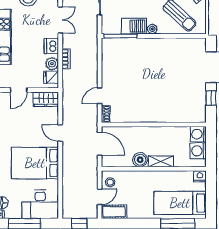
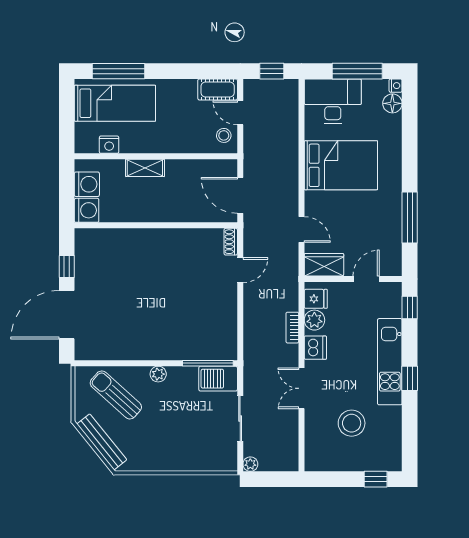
barbecue: (134, 26) -> (218, 379), moved
door: (60, 133) -> (301, 230), moved
boiler: (140, 160) -> (177, 171), removed
nightstand: (200, 176) -> (109, 145), moved
door: (100, 197) -> (240, 113), hinge flipped

